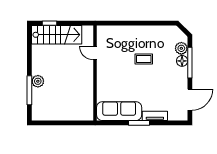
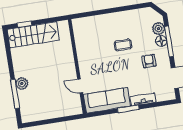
door: (95, 53) -> (80, 86), moved
armchair: (167, 79) -> (149, 61), added

